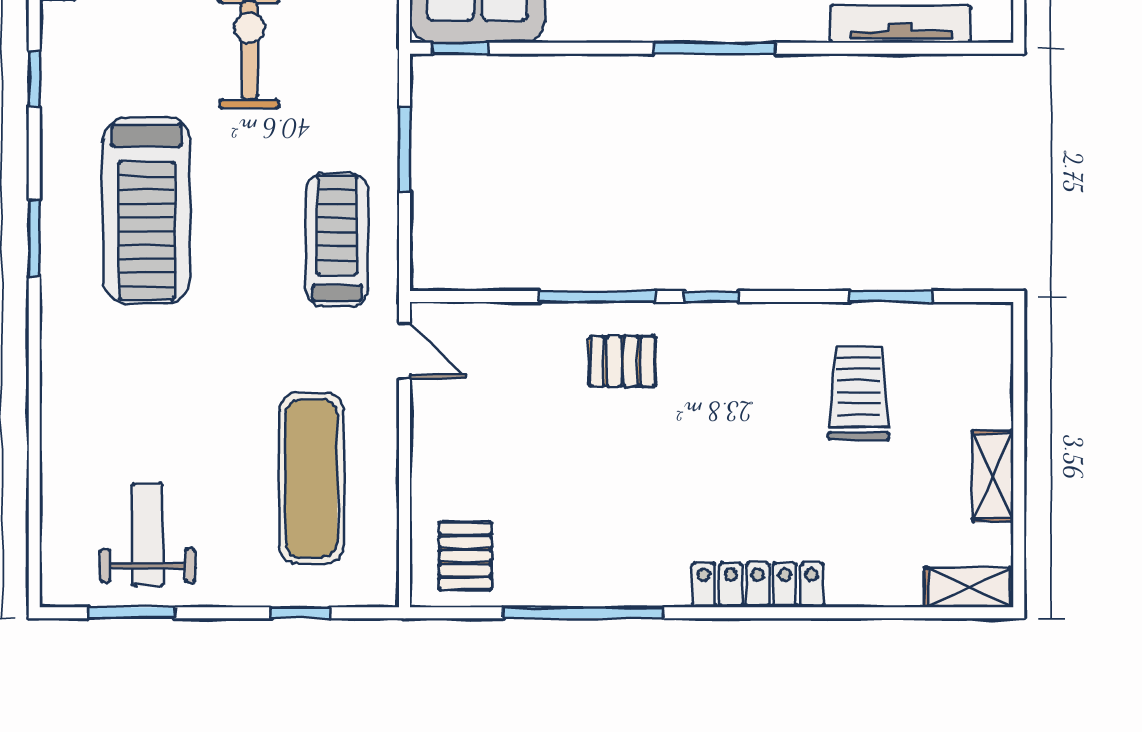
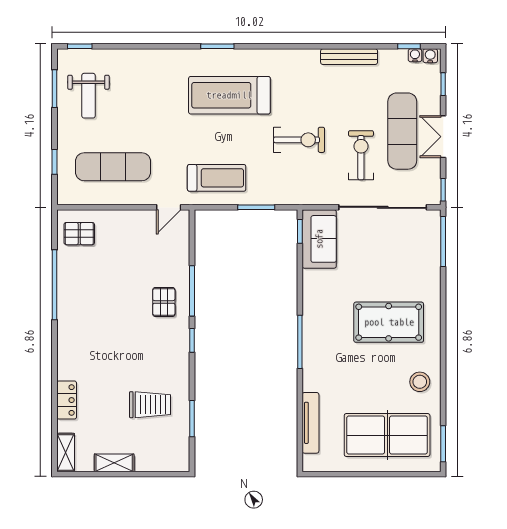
window: (34, 78) -> (80, 46), moved
weight bench: (148, 535) -> (88, 96), turned 90
locker: (758, 585) -> (67, 400), moved, width x0.66

